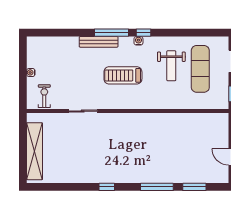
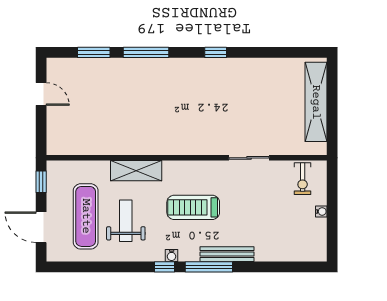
treadmill: (123, 75) -> (193, 207), turned 180
shelving: (164, 102) -> (136, 171), added

